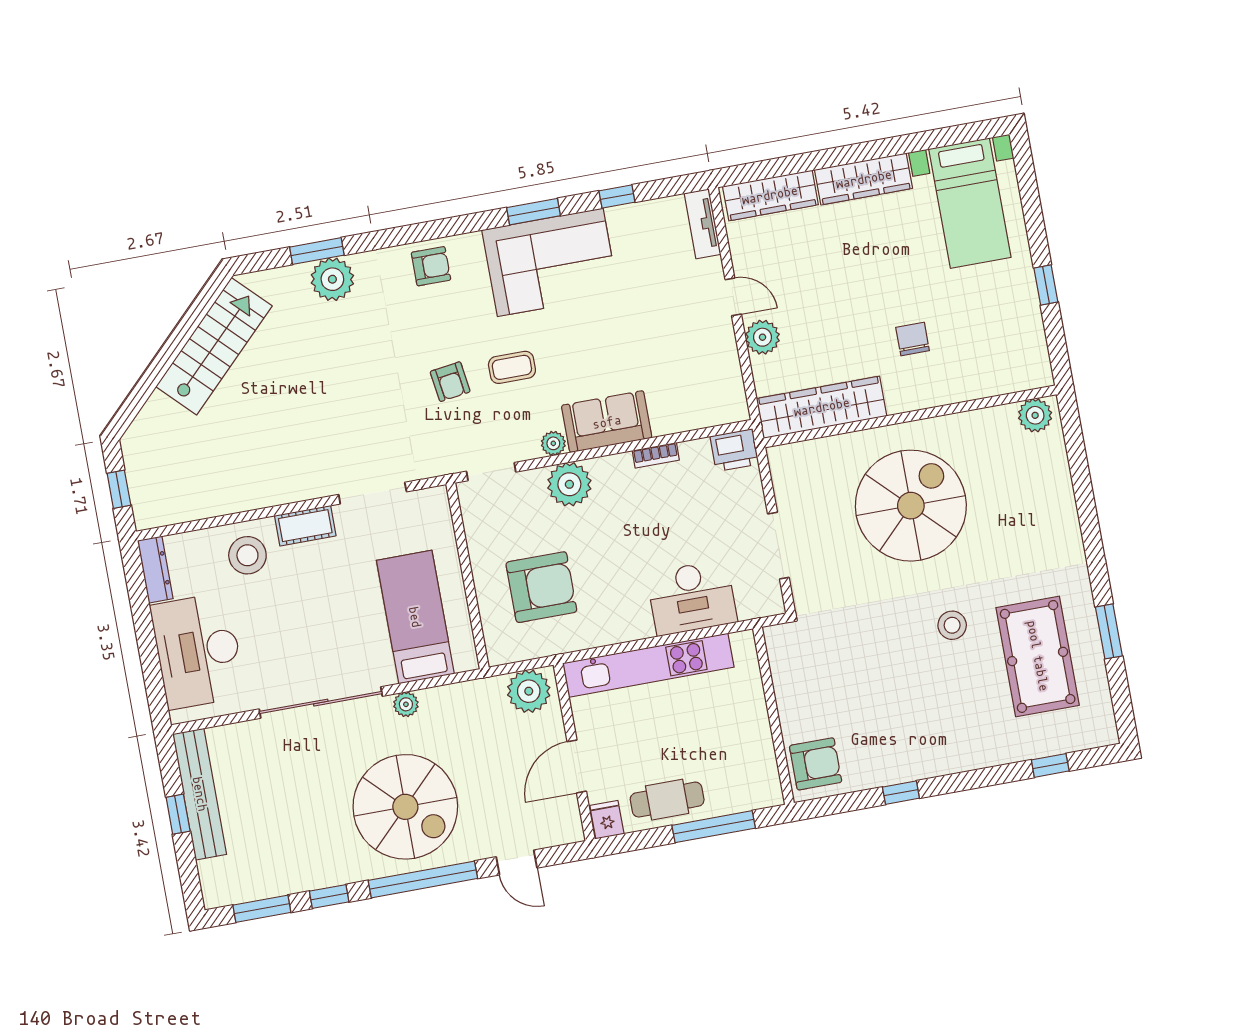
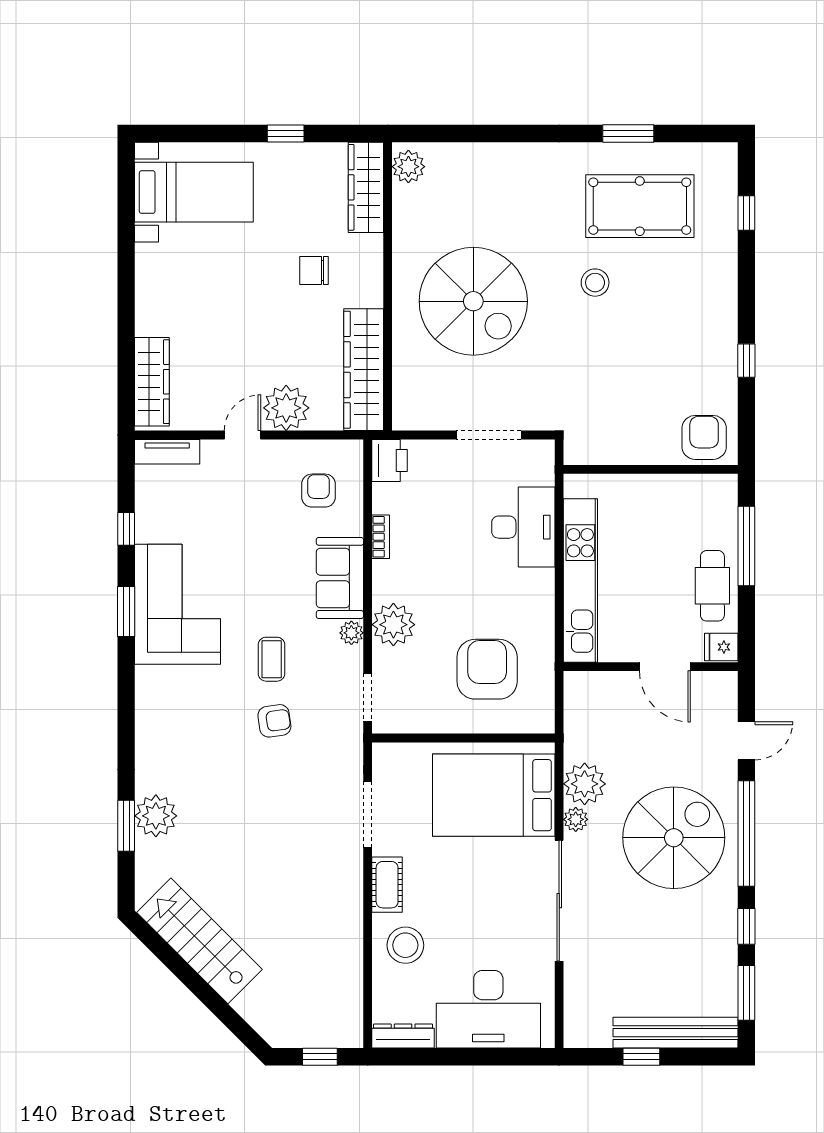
wardrobe: (864, 179) -> (366, 187), moved, turned 180
armchair: (431, 266) -> (319, 491), moved
plant: (763, 337) -> (286, 408), width x1.36, depth x1.36
spiral stairs: (911, 506) -> (473, 301), turned 180
bed: (415, 617) -> (494, 795), width x1.50
plant: (529, 691) -> (585, 784), moved
bench: (200, 794) -> (675, 1033), moved

